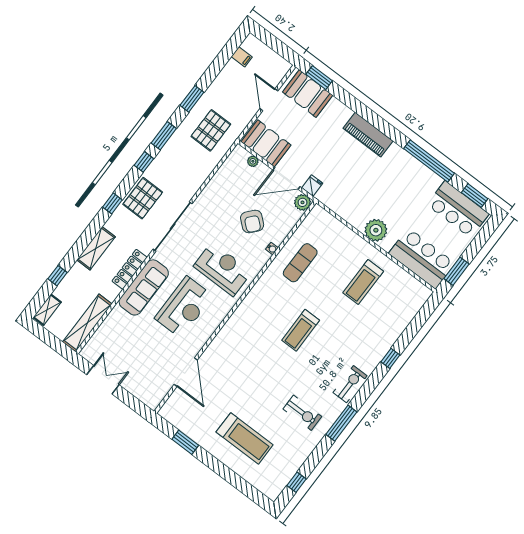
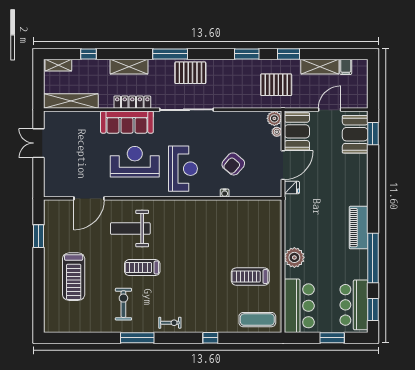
shelving: (224, 79) -> (320, 67), added
piano: (368, 135) -> (359, 228), moved
window: (144, 162) -> (217, 54), removed
door: (287, 178) -> (283, 165), swing flipped
plant: (302, 202) -> (274, 118), moved
window: (112, 203) -> (170, 54), width x2.17
exercise mat: (300, 263) -> (257, 320), moved
window: (457, 271) -> (332, 338), moved
reception desk: (184, 307) -> (135, 162), turned 180
treadmill: (301, 330) -> (142, 268), moved
weight bench: (240, 356) -> (130, 228), added
double door: (103, 380) -> (39, 143), swing flipped
exercise bike: (350, 384) -> (170, 323), width x0.73, depth x0.72
exercise bike: (302, 413) -> (123, 304), turned 180
window: (296, 482) -> (70, 338), removed

